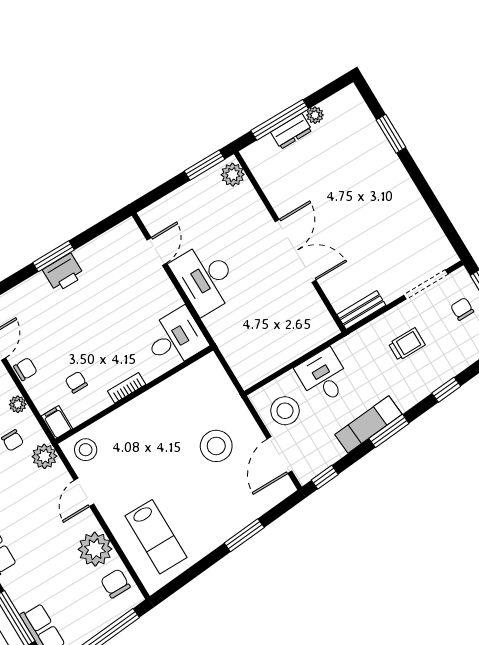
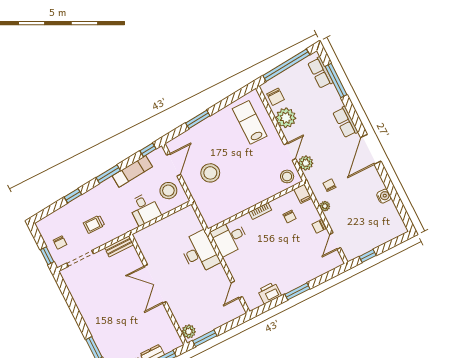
printer: (63, 273) -> (269, 293), moved
desk: (205, 278) -> (199, 252), moved
exam couch: (368, 424) -> (132, 171), moved
plant: (44, 456) -> (306, 163), moved

